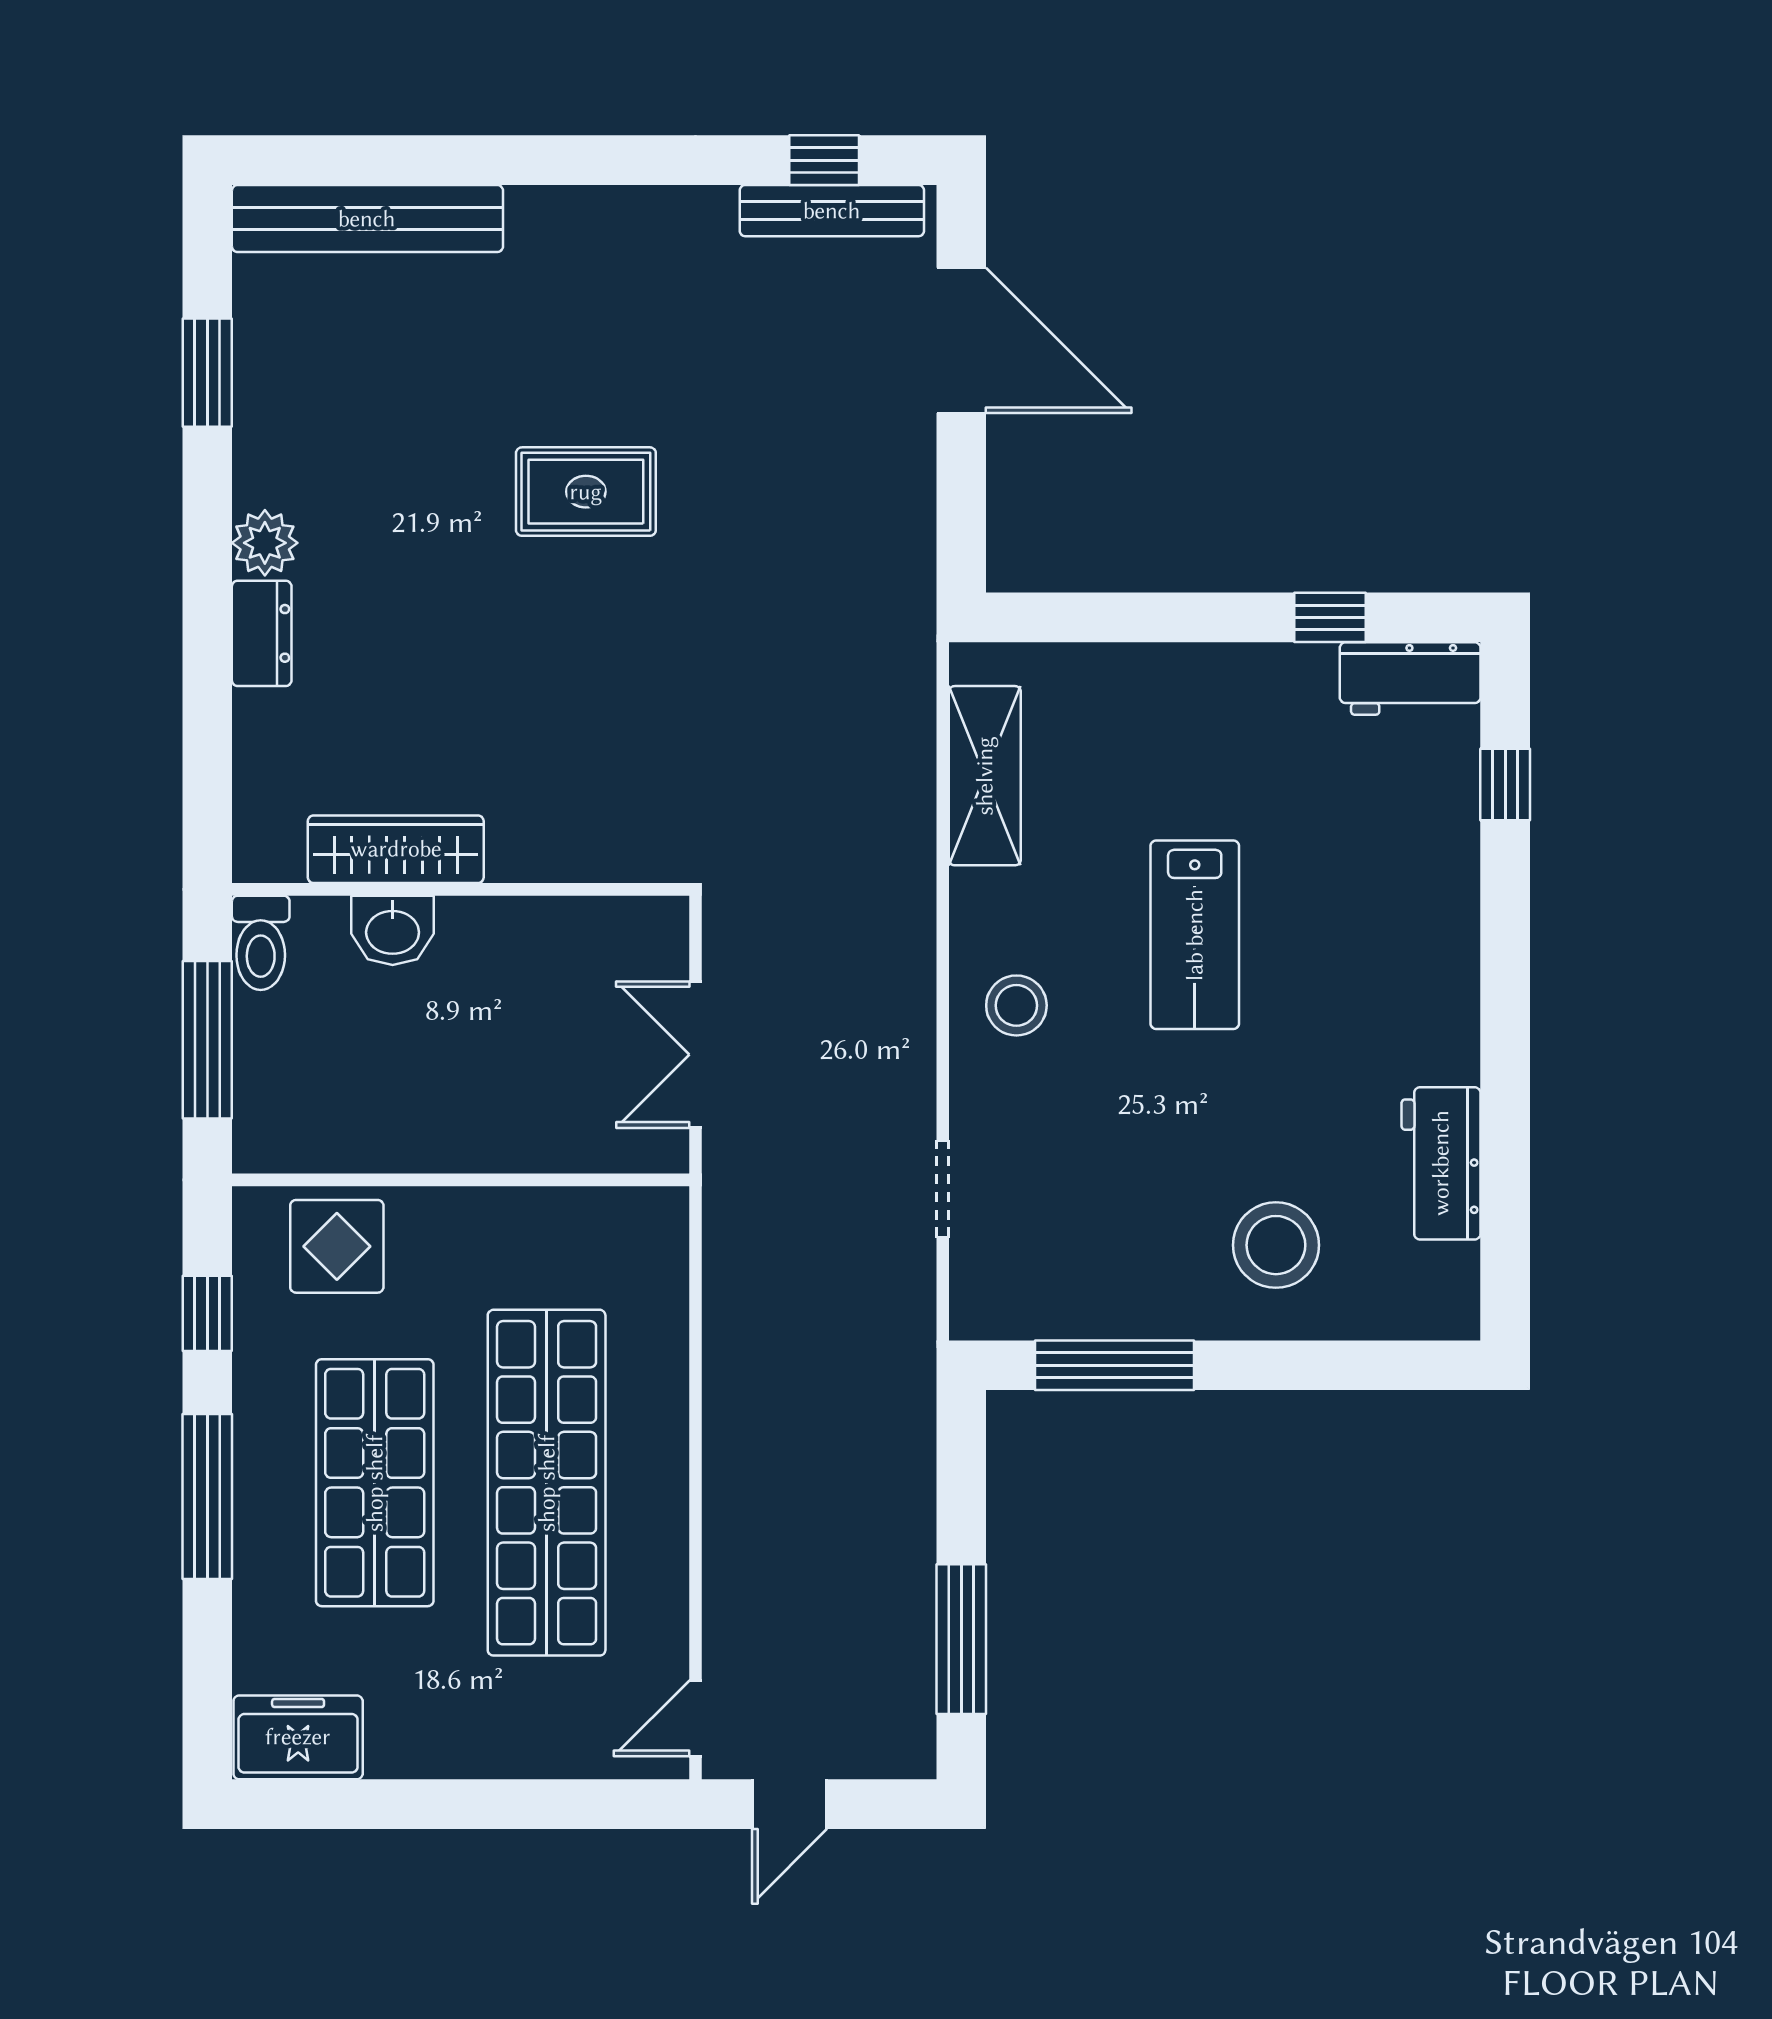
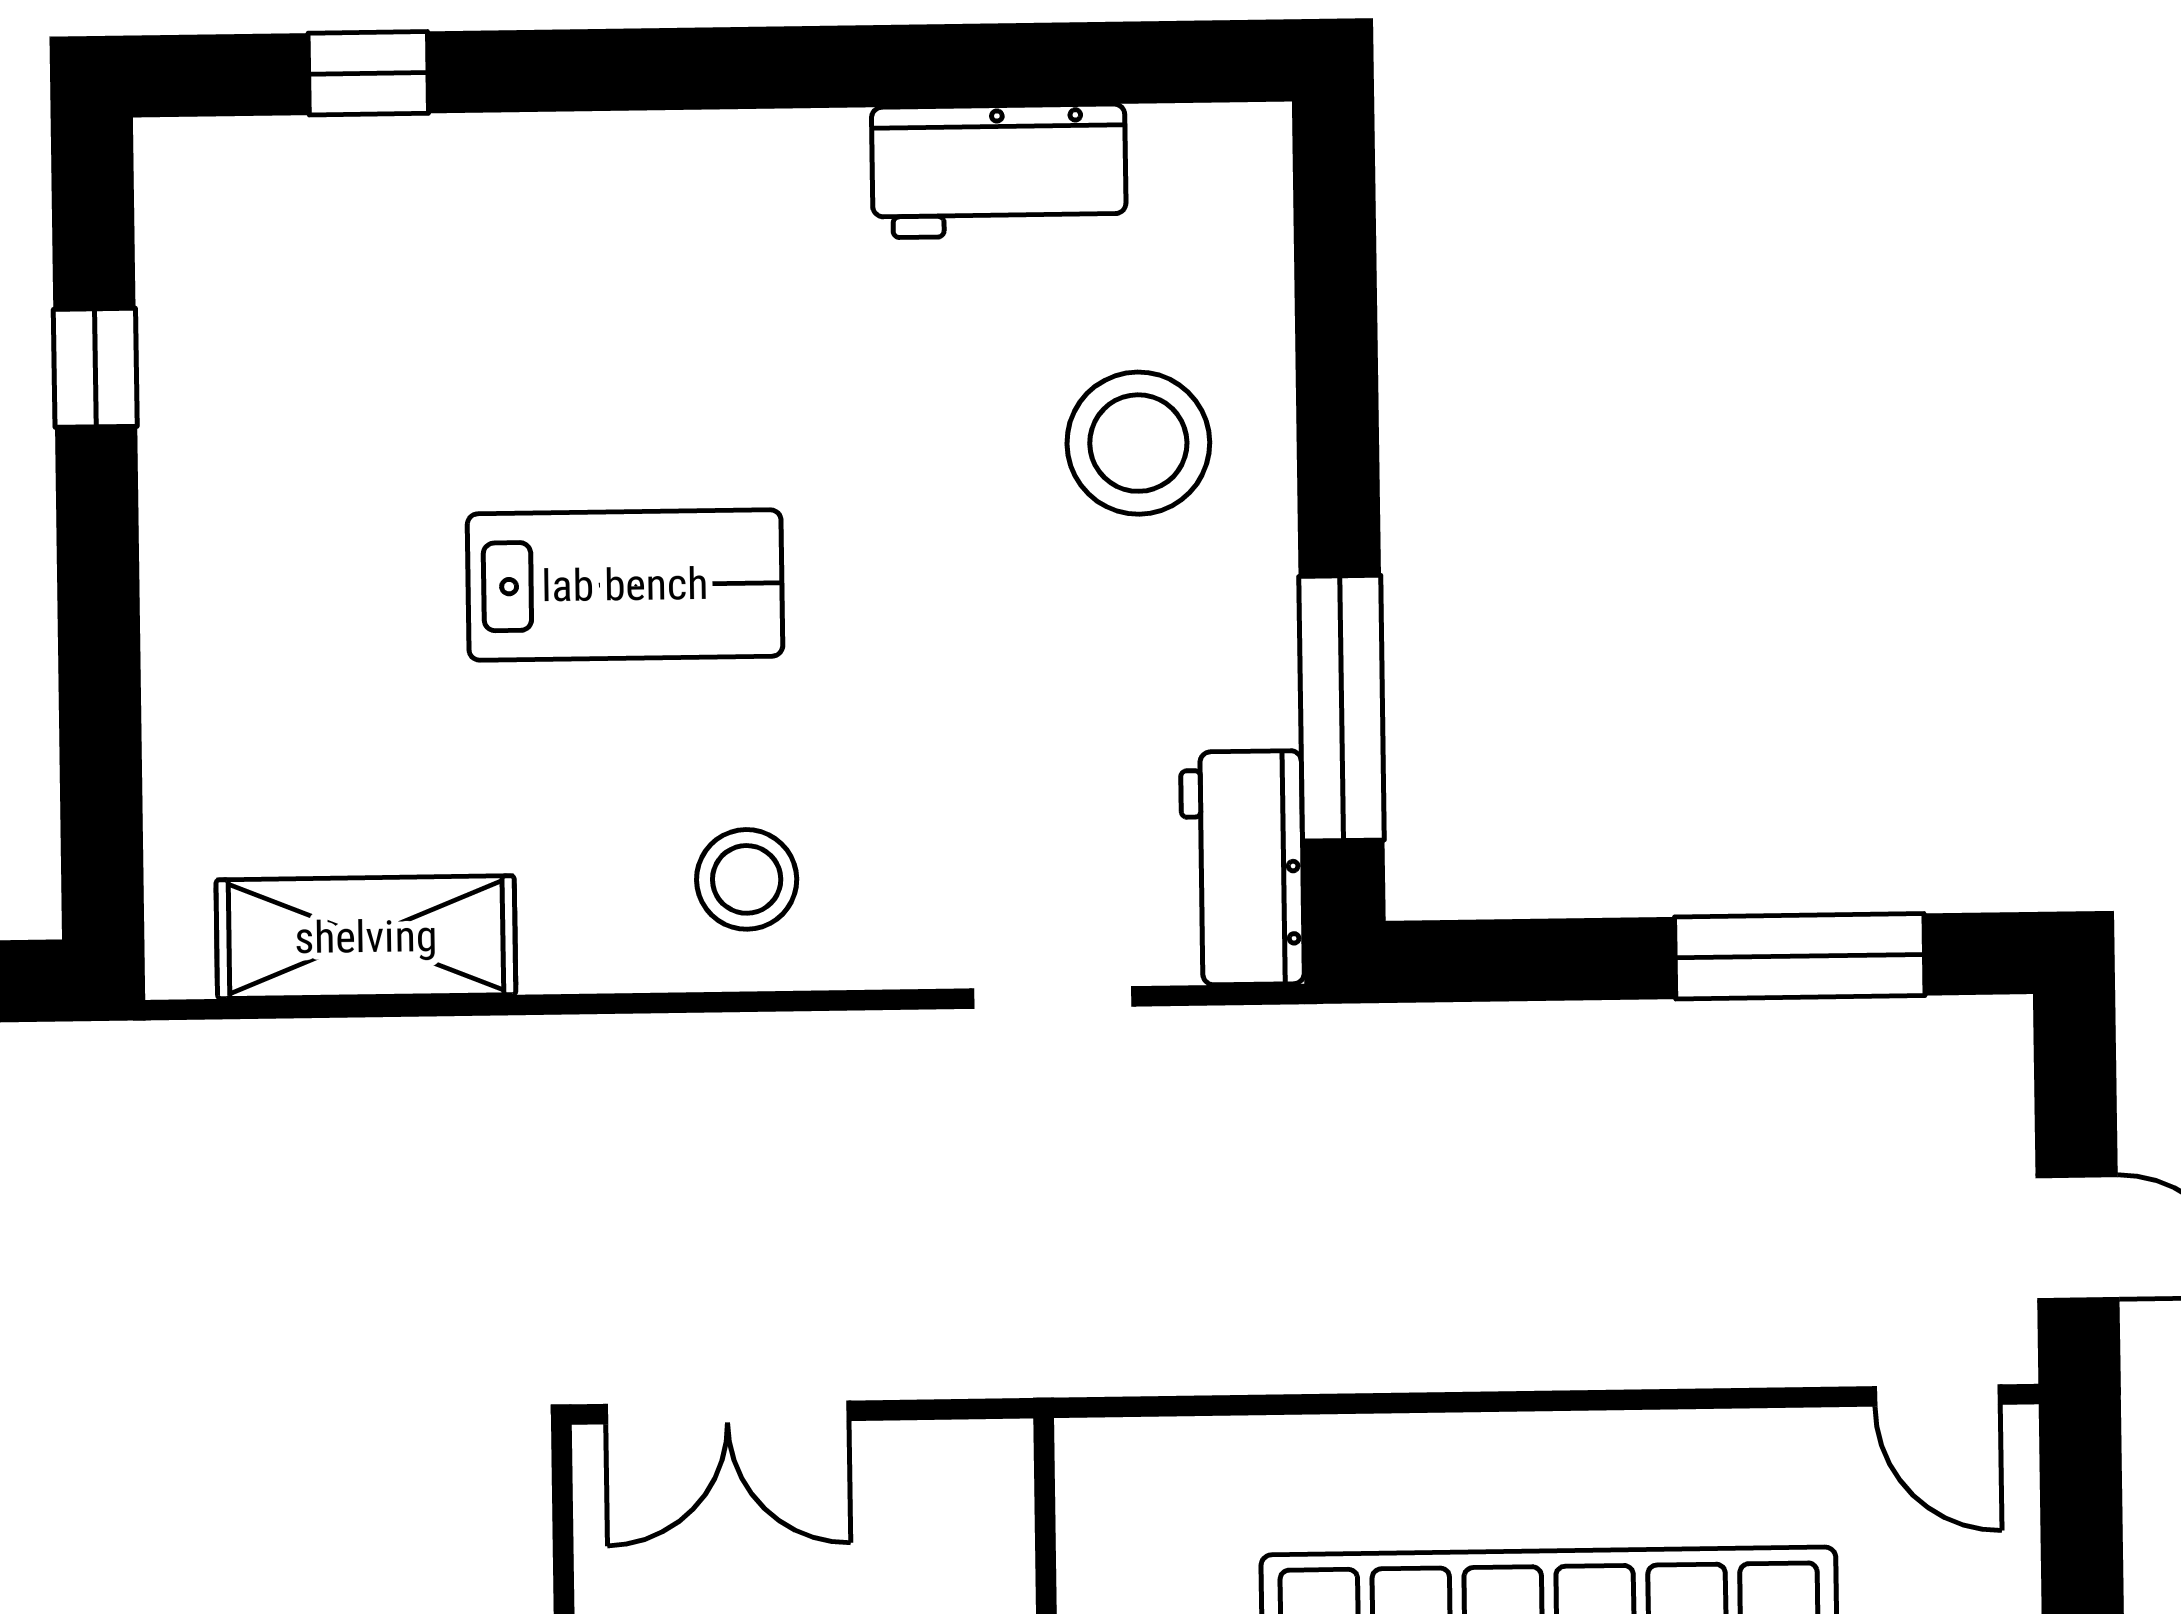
workbench: (1410, 678) -> (1242, 868), moved, turned 180
double door: (696, 1055) -> (727, 1412), moved

